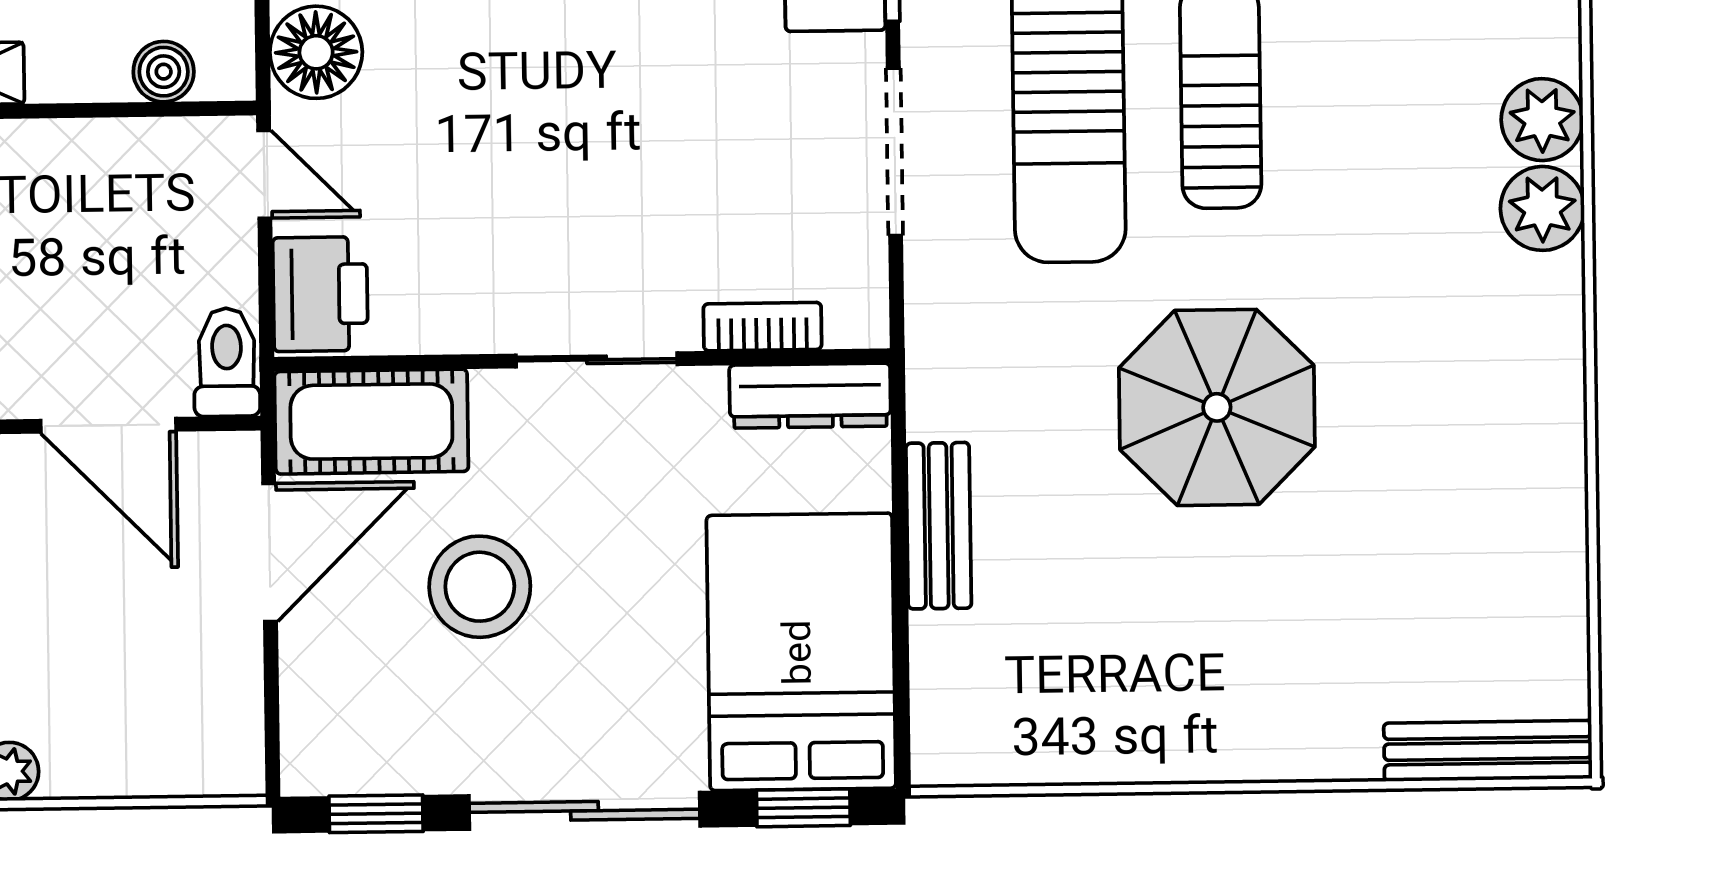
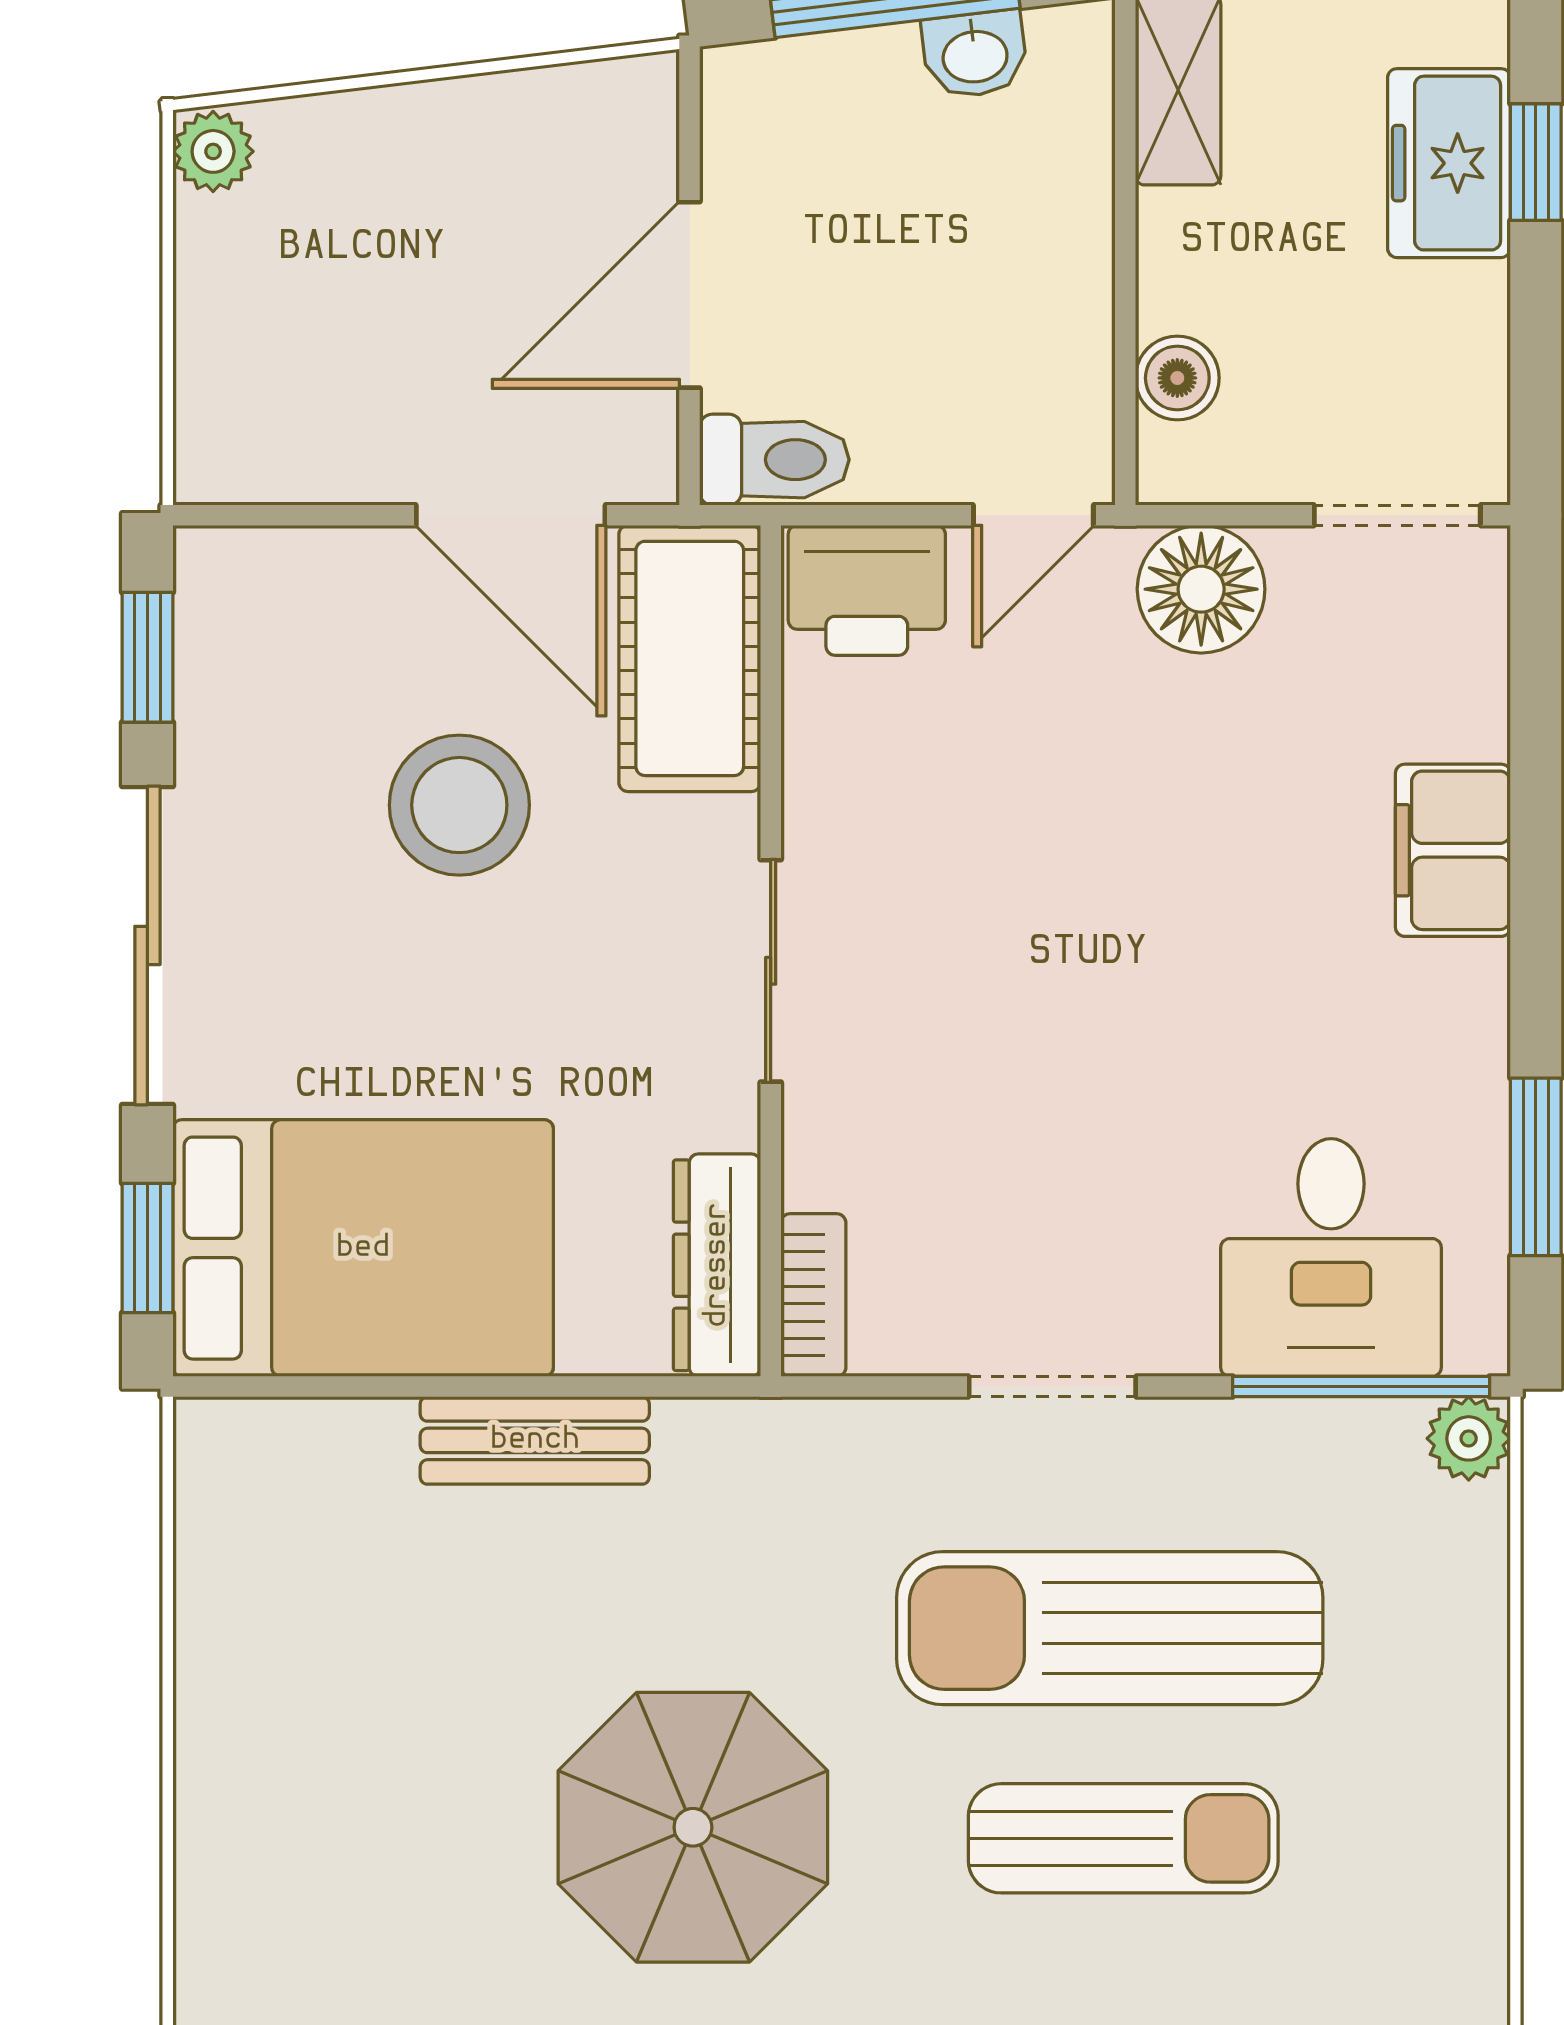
doorway: (894, 152) -> (1052, 1387), width x0.73
bookcase: (763, 327) -> (813, 1295), moved

